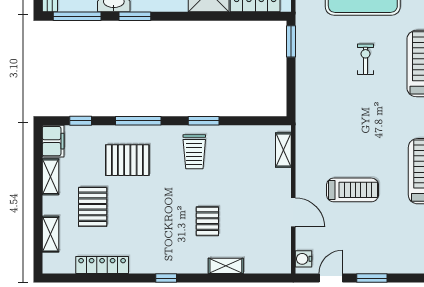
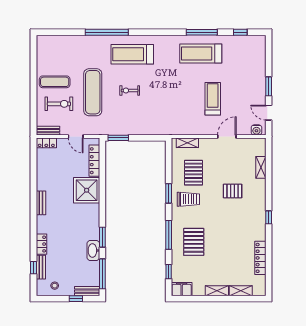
shelving: (50, 177) -> (217, 291), moved
pallet: (93, 207) -> (193, 173), moved, turned 90
shelving: (226, 266) -> (261, 167), moved

